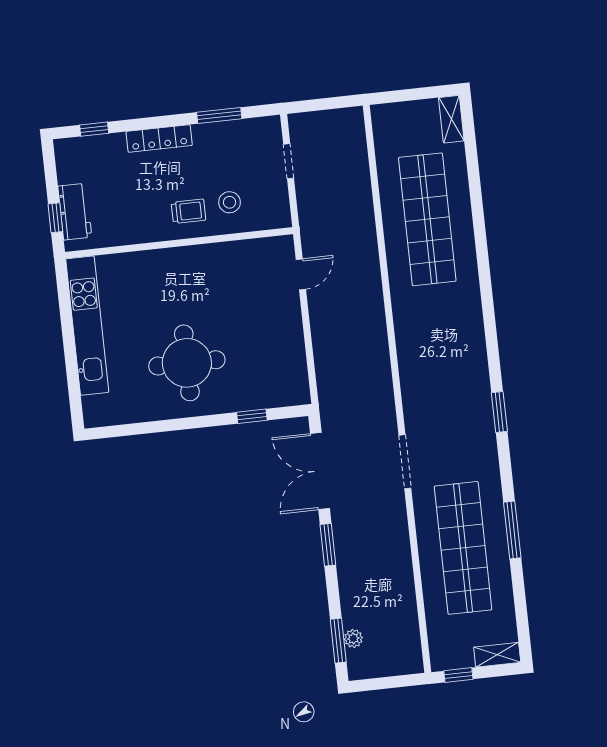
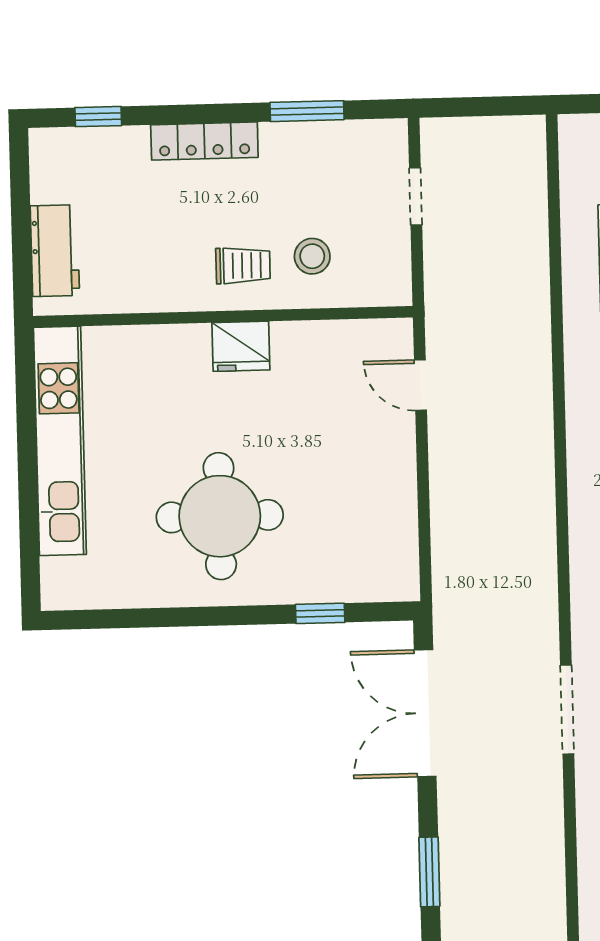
window: (55, 218) -> (22, 258), removed
fridge: (191, 260) -> (241, 346), added
door: (301, 274) -> (420, 385), swing flipped
window: (328, 545) -> (429, 872), moved

